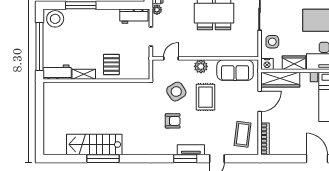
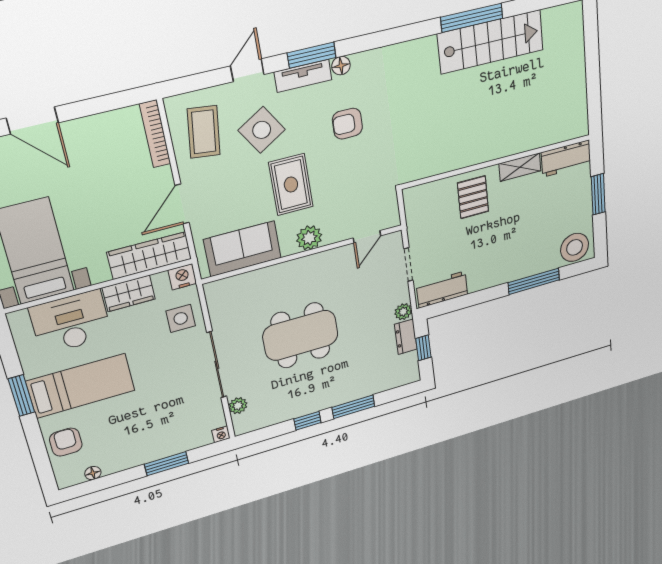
window: (39, 47) -> (598, 194), width x0.47
side table: (176, 92) -> (262, 130), moved
floor lamp: (172, 150) -> (341, 66), added

